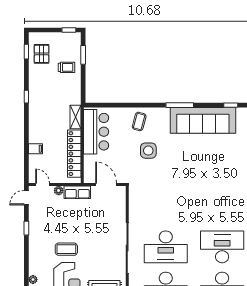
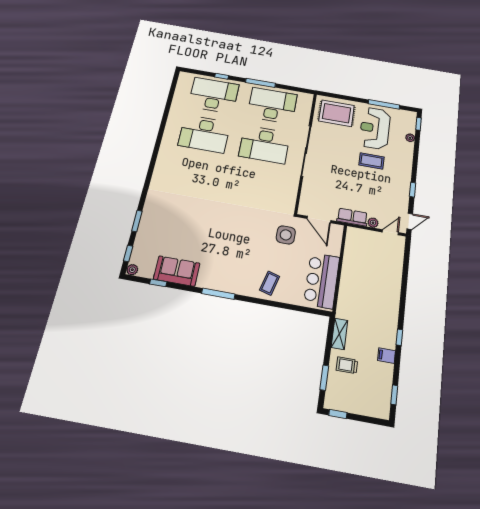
pallet: (42, 54) -> (376, 388), removed
shelving: (76, 117) -> (339, 334), moved
sofa: (203, 120) -> (177, 271), width x0.54, depth x0.79
filing cabinet: (36, 149) -> (387, 356), moved
side table: (148, 151) -> (286, 235), moved
locker: (74, 154) -> (350, 260), removed
door: (43, 185) -> (390, 232), swing flipped
desk: (166, 247) -> (265, 144), turned 180

